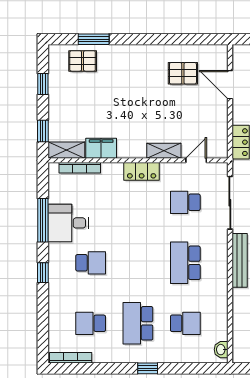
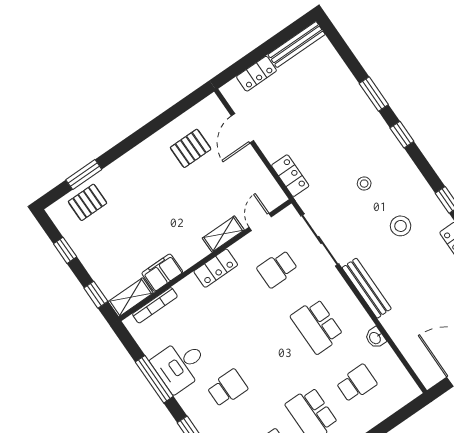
door: (230, 85) -> (242, 128), hinge flipped
washbasin: (221, 350) -> (375, 338), moved

